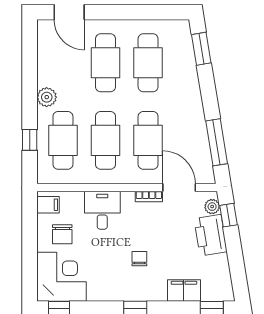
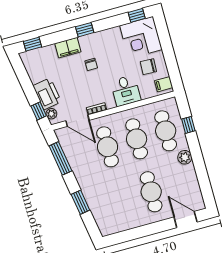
window: (201, 49) -> (80, 202), moved
cafe table: (148, 63) -> (122, 200), removed
chair: (62, 234) -> (148, 67), turned -88
filing cabinet: (184, 290) -> (68, 48), moved

